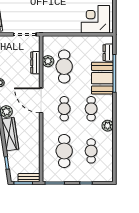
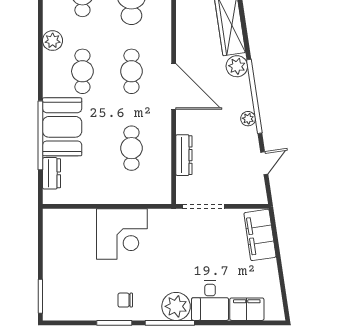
corner desk: (95, 19) -> (122, 234), moved
plant: (48, 61) -> (161, 158), removed
cafe table: (64, 66) -> (131, 148), width x0.73, depth x0.74

